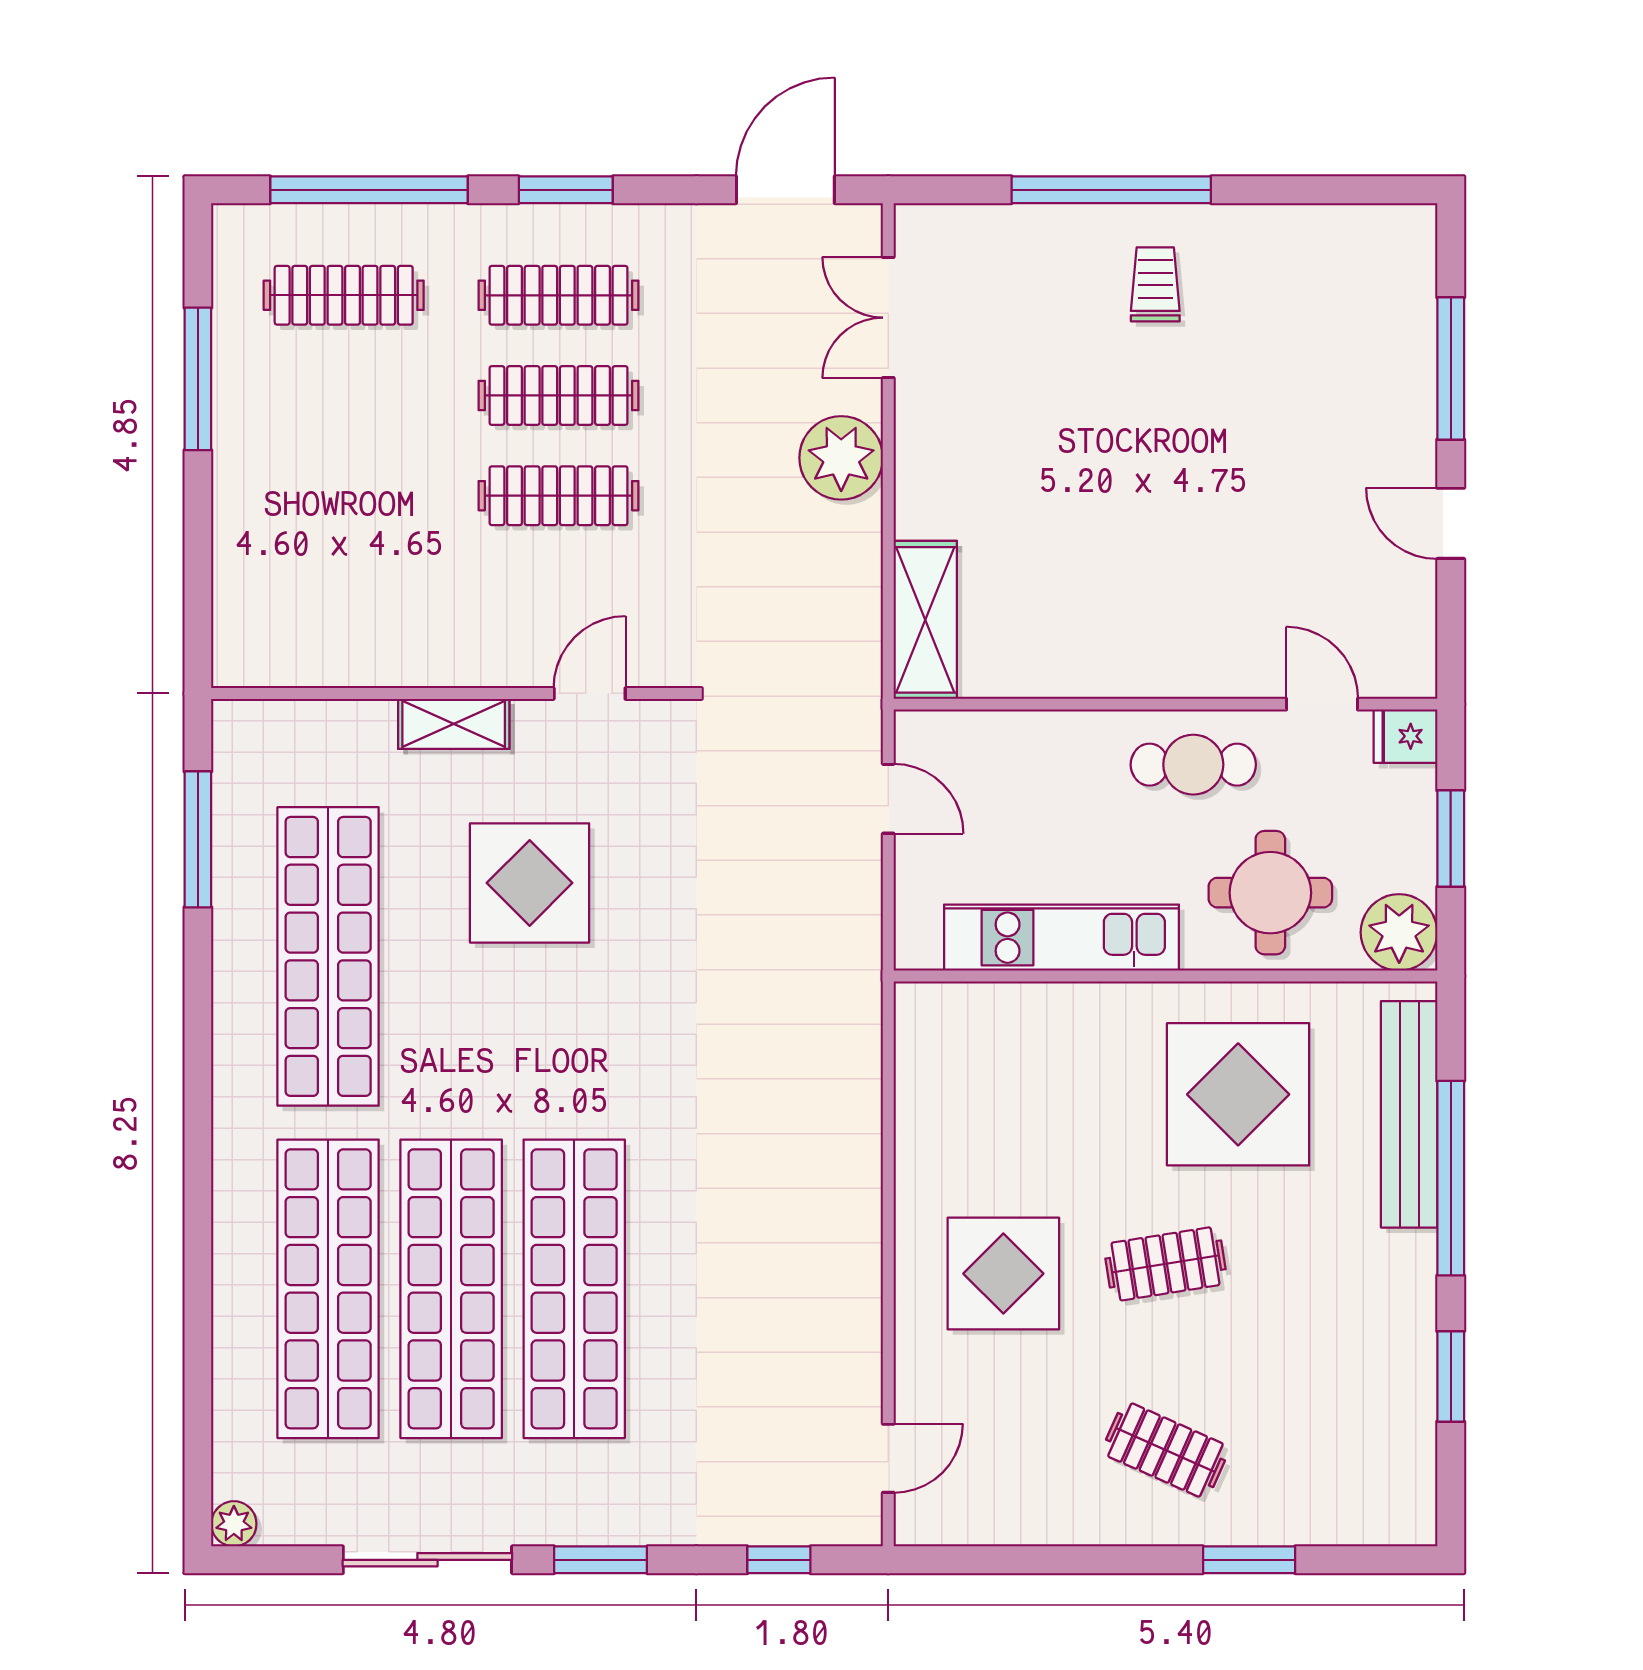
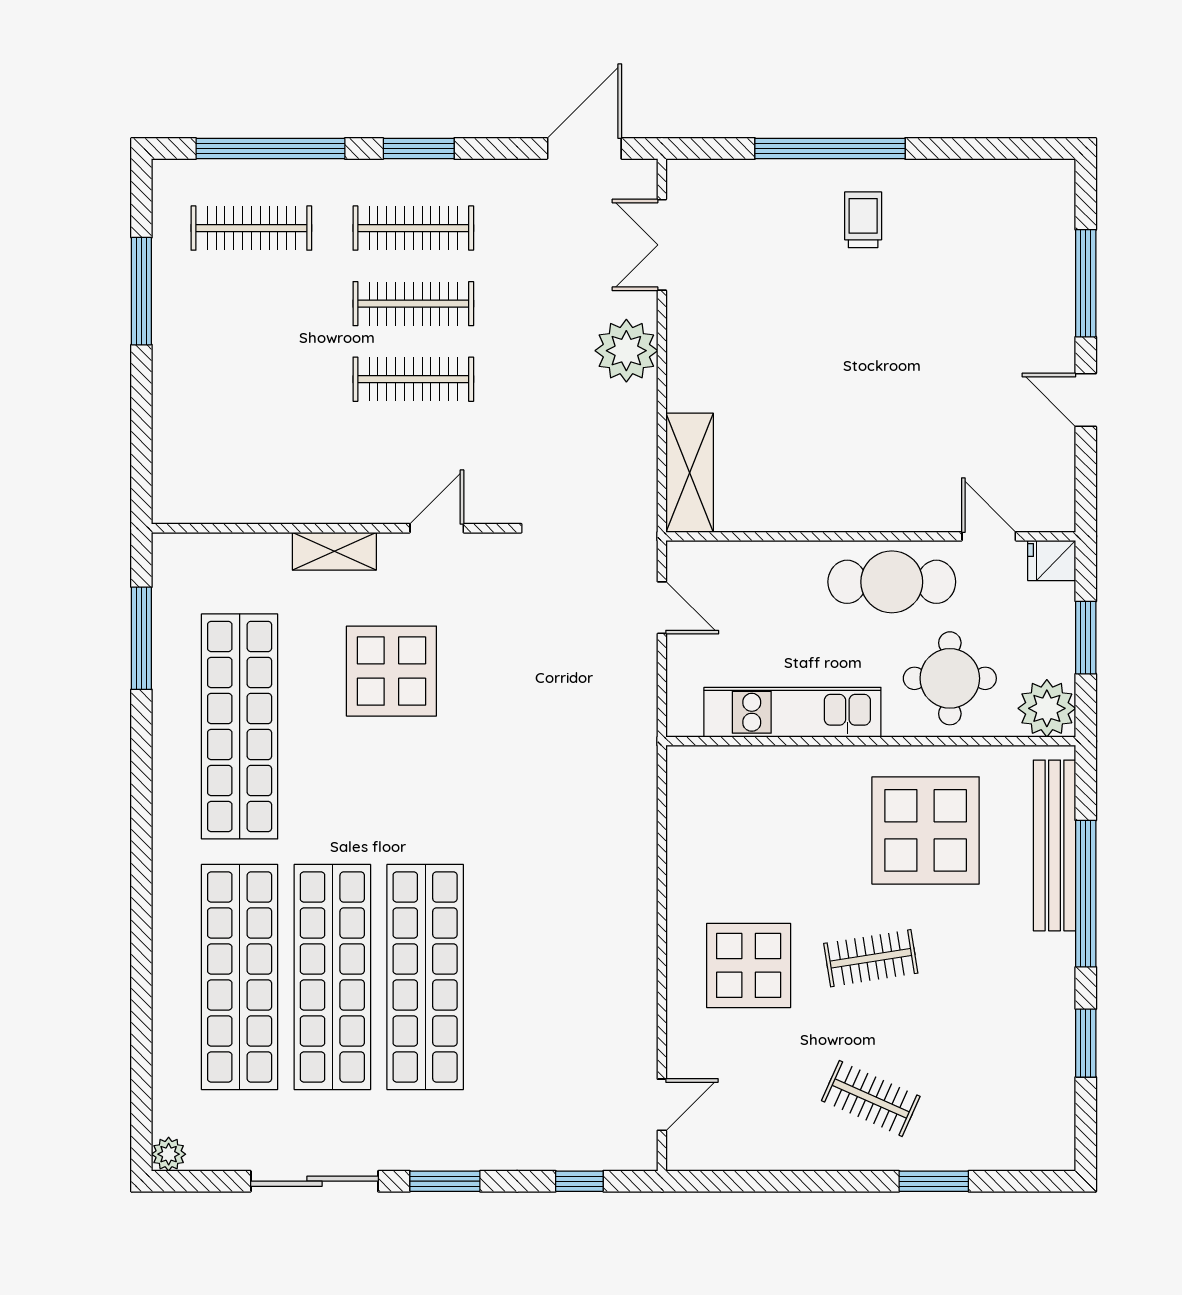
cafe table: (1193, 765) -> (892, 582), width x1.37, depth x1.35

